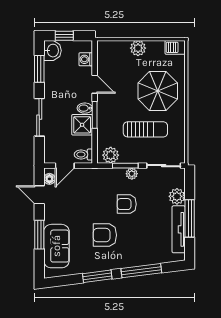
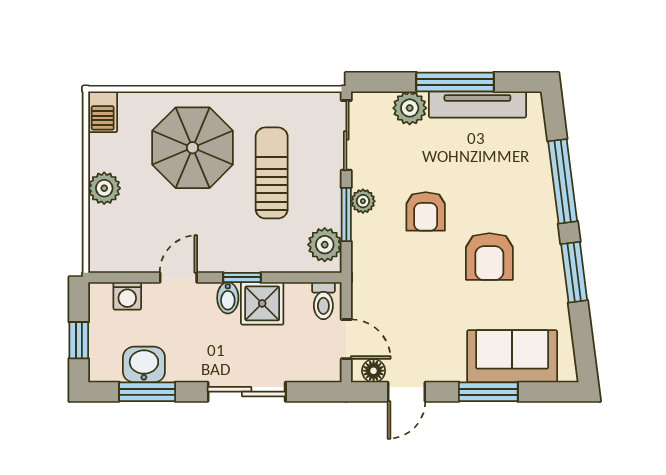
washbasin: (52, 51) -> (144, 364), moved
window: (95, 115) -> (242, 277), width x0.67

